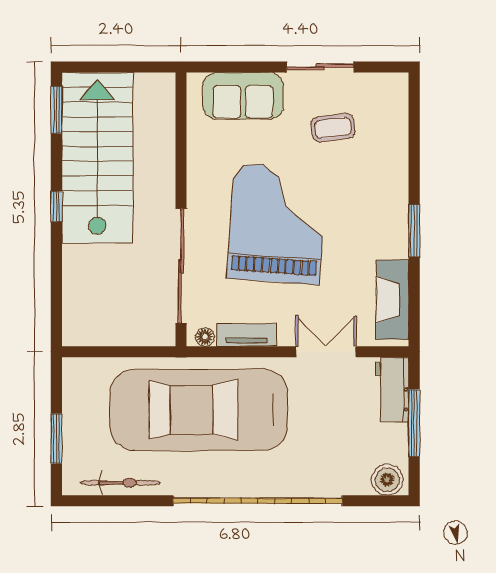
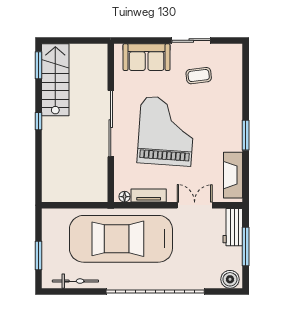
stairs: (97, 158) -> (55, 80), width x0.73, depth x0.66
sliding door: (181, 266) -> (111, 124), moved

